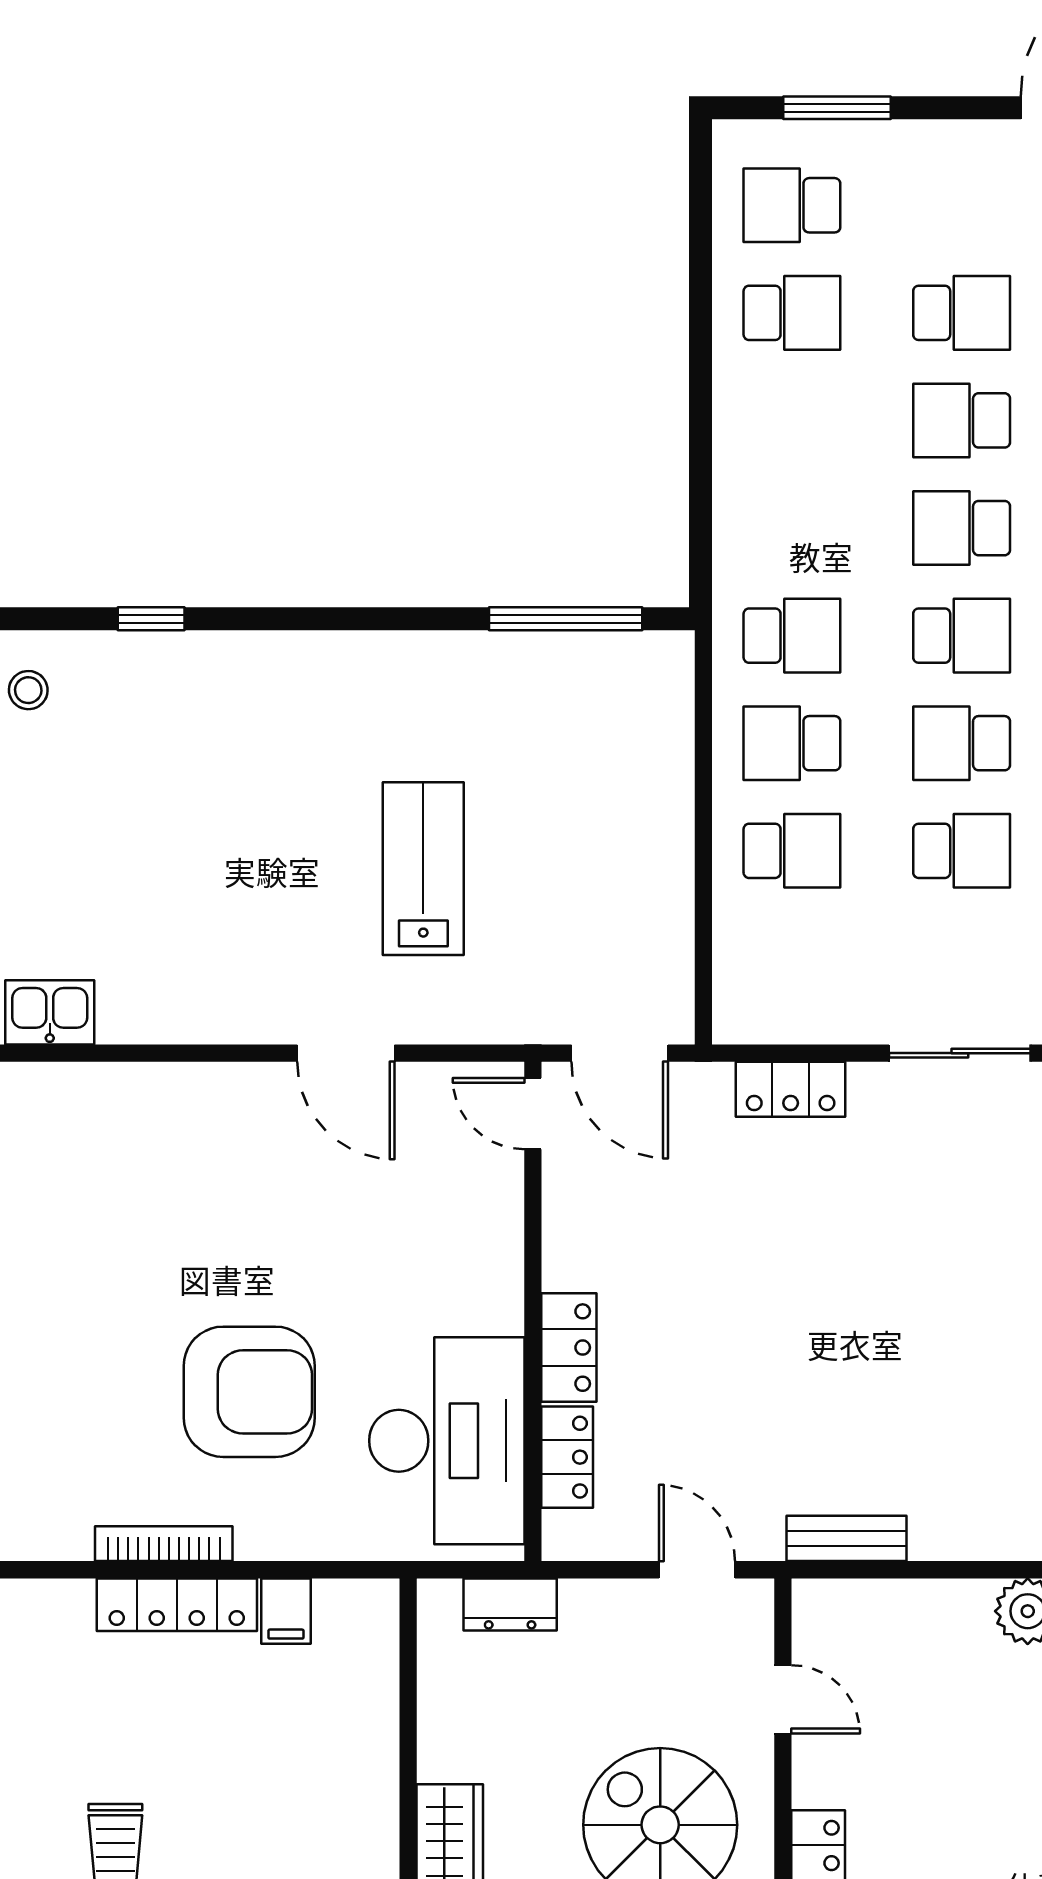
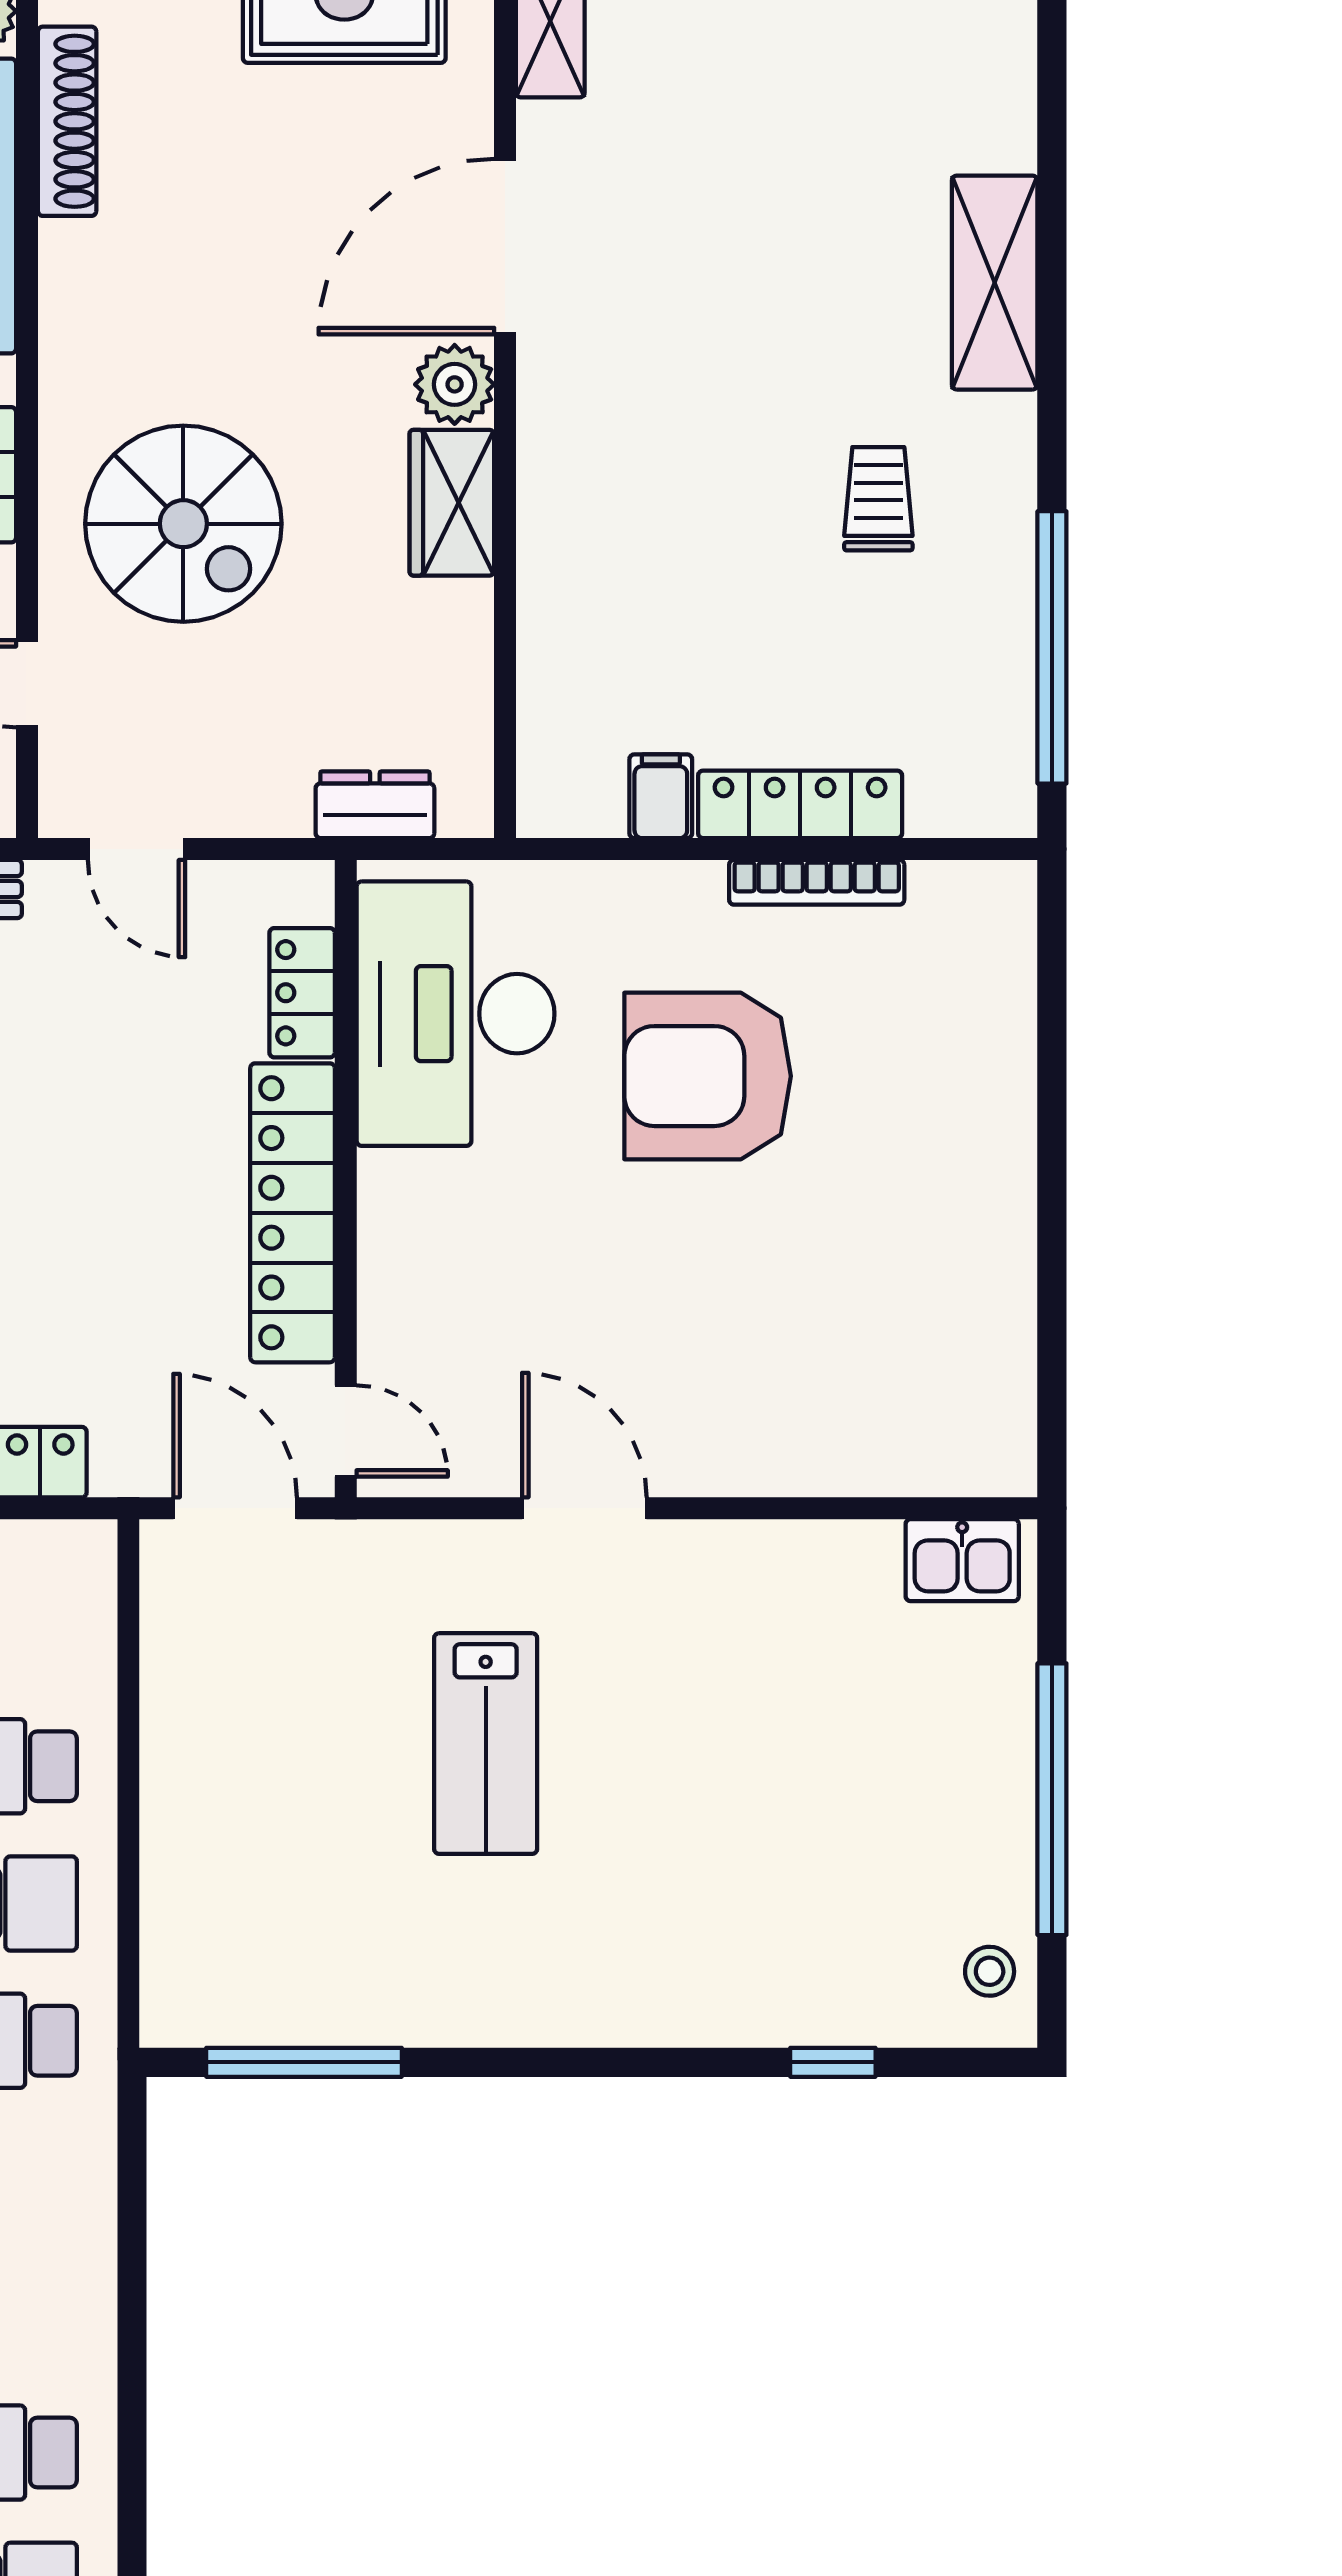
locker: (569, 1348) -> (293, 1213), width x2.16, depth x1.21

